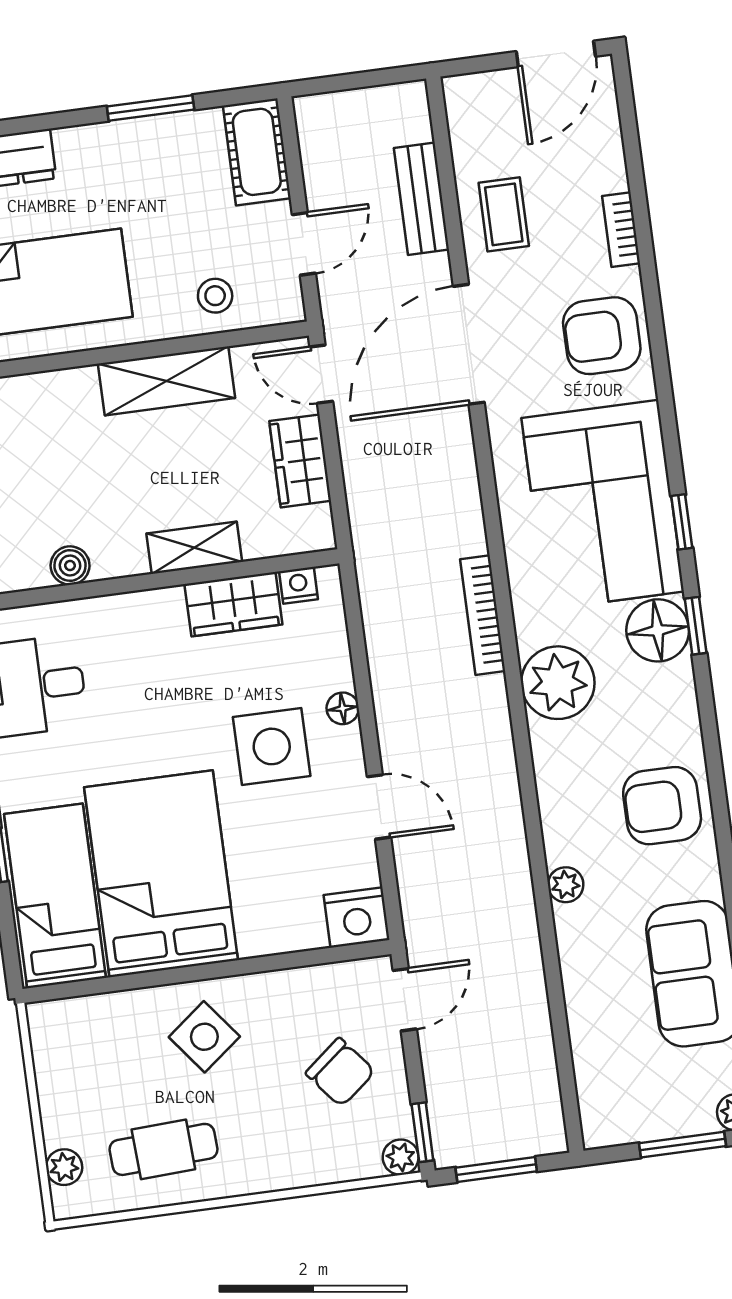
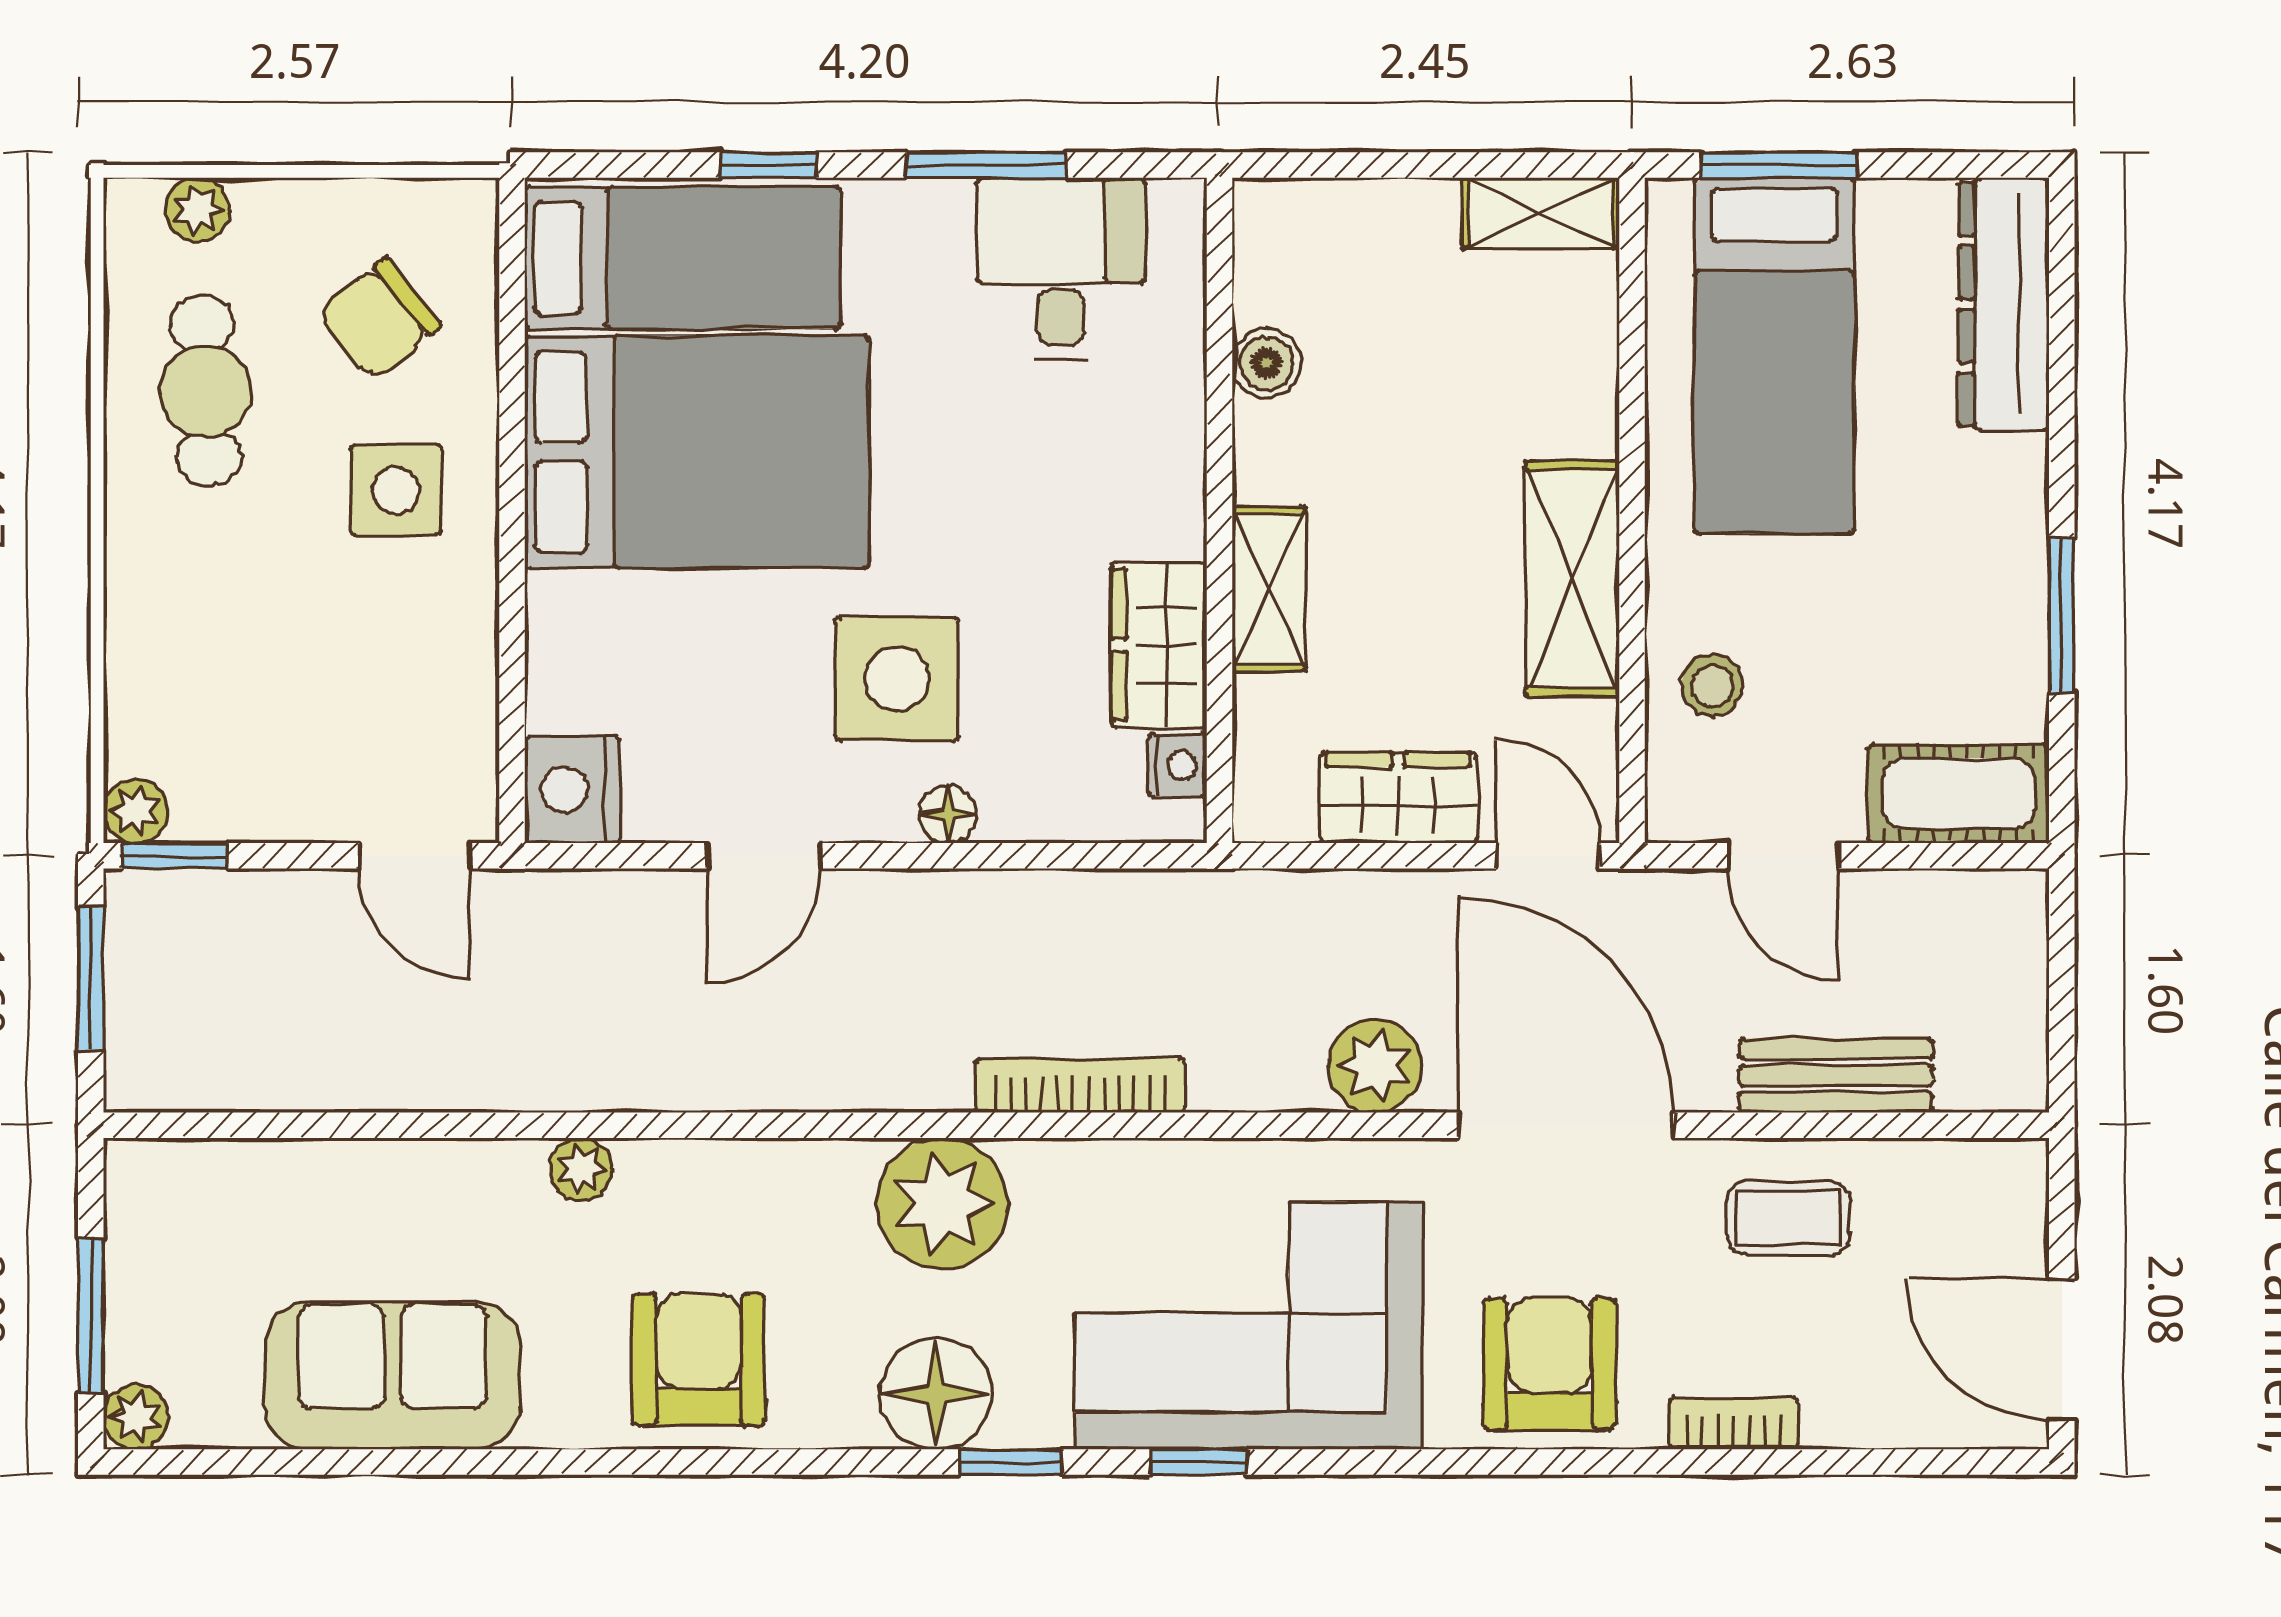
door: (321, 374) -> (1548, 856), hinge flipped
plant: (450, 454) -> (1375, 1066), added
floor lamp: (658, 630) -> (936, 1393), moved
side table: (204, 1037) -> (396, 490), turned 38
chair: (340, 1072) -> (379, 319), moved

